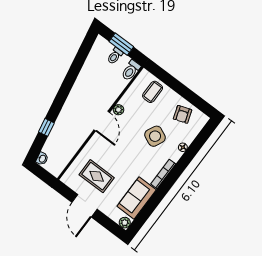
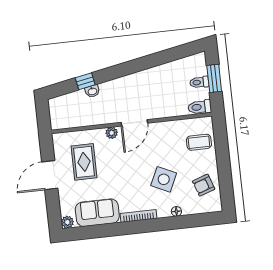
plant: (119, 110) -> (112, 133), moved
washbasin: (42, 159) -> (92, 91), moved

